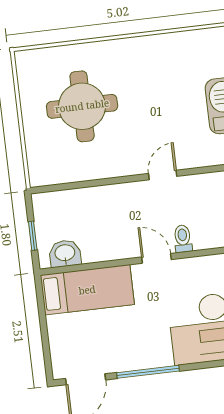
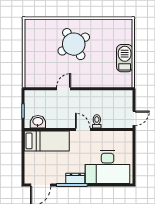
round table: (82, 106) -> (74, 44), moved, turned -31
door: (163, 175) -> (64, 89), moved
dresser: (153, 358) -> (75, 178), added

